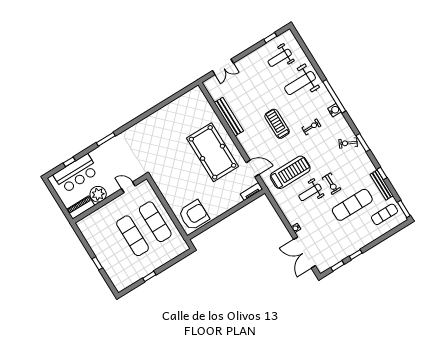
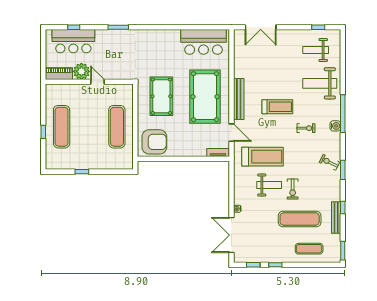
double door: (223, 67) -> (261, 27), width x1.37
bar counter: (183, 108) -> (204, 42), added
bench: (229, 117) -> (239, 99), moved
treadmill: (277, 124) -> (277, 107), turned 90
pool table: (176, 174) -> (161, 96), added
door: (128, 187) -> (98, 82), moved
weight bench: (310, 192) -> (269, 185), turned 180
exercise mat: (385, 214) -> (309, 249), moved
exercise mat: (133, 236) -> (62, 127), moved

